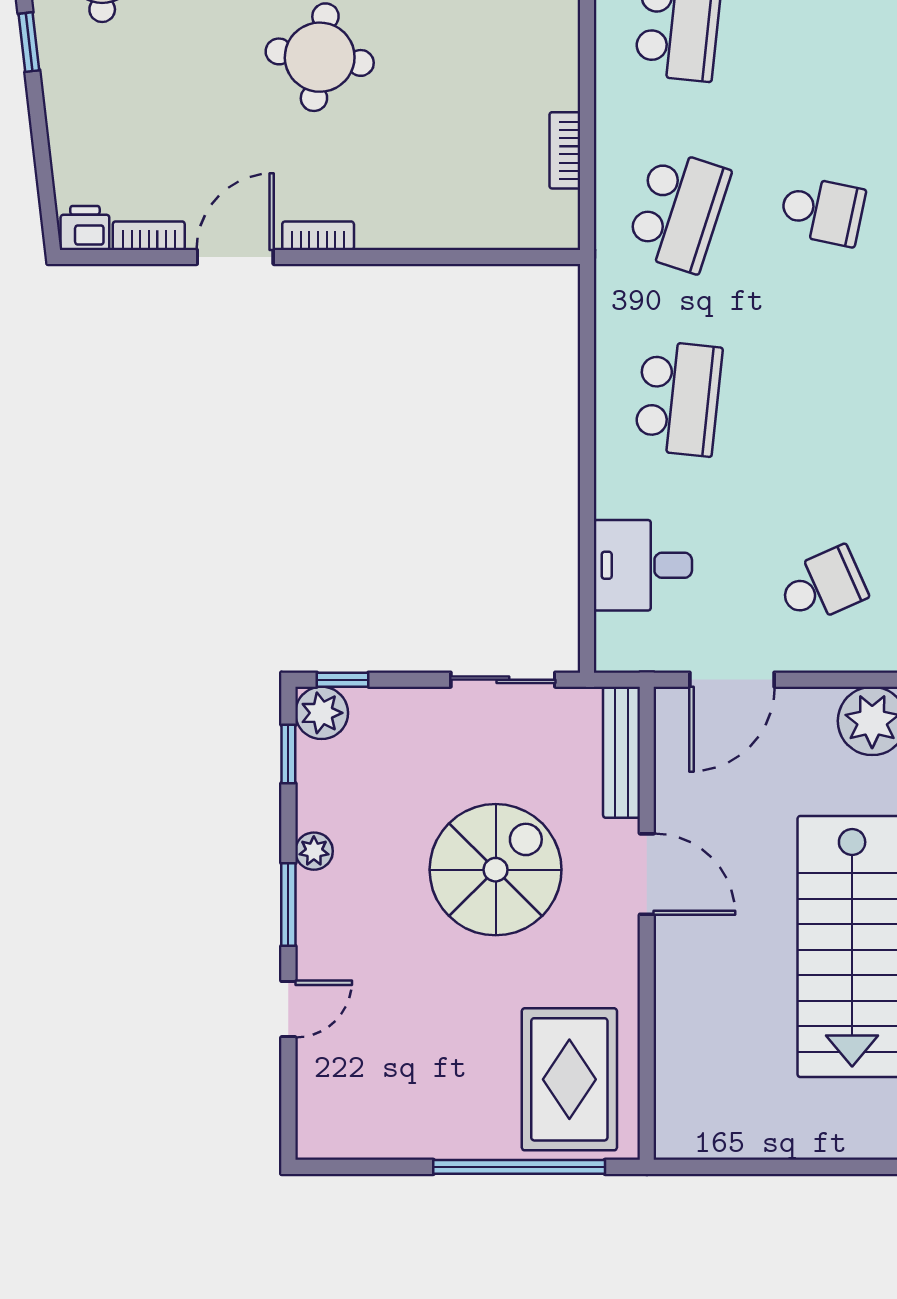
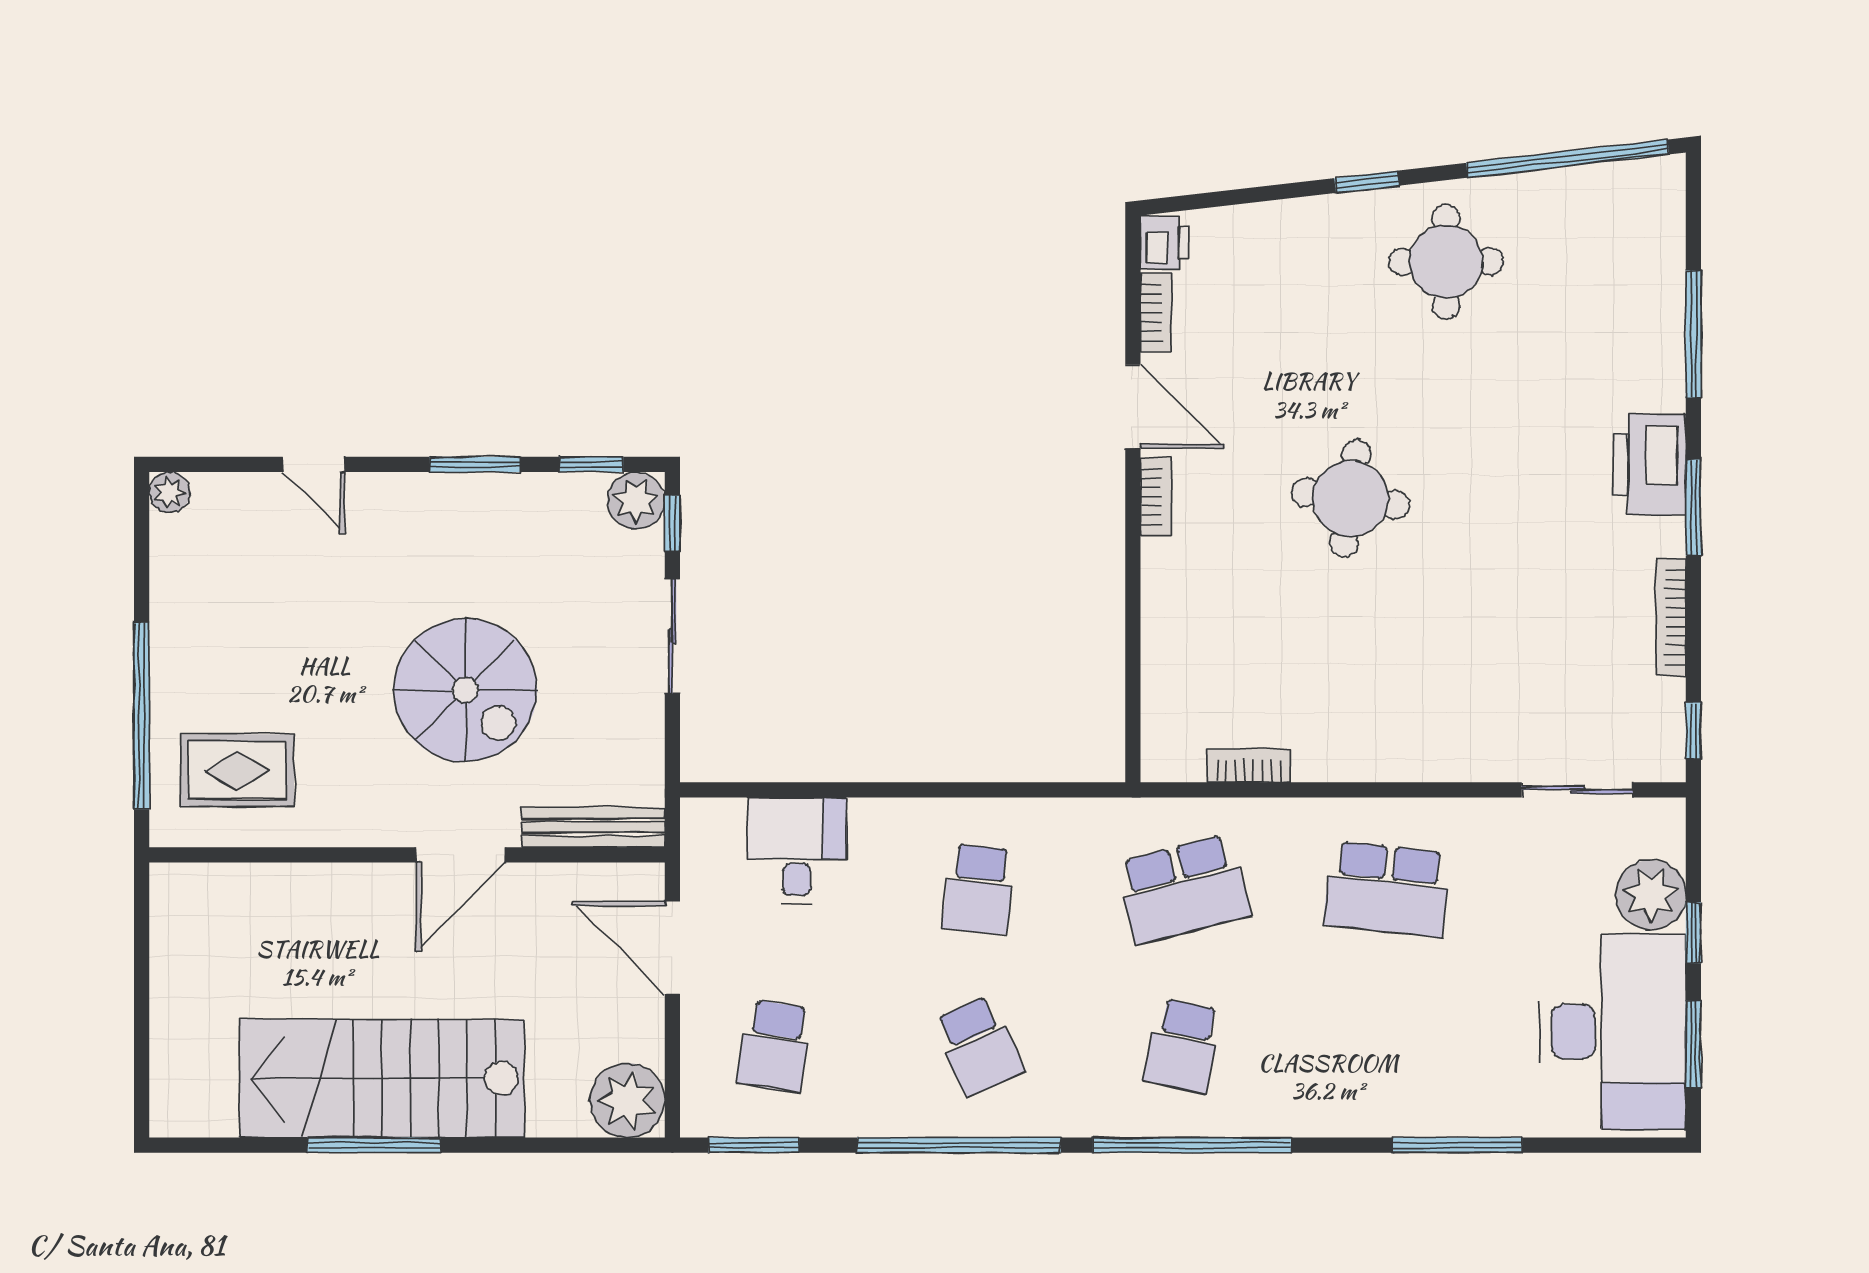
school desk: (678, 211) -> (1183, 889), turned -33
school desk: (678, 398) -> (979, 889), width x0.54
school desk: (822, 398) -> (979, 1046), added
school desk: (822, 586) -> (775, 1046), turned 33
sliding door: (503, 680) -> (672, 636), moved
plant: (314, 851) -> (170, 492), moved
window: (288, 905) -> (475, 464), moved
rug: (569, 1079) -> (237, 771), width x0.73, depth x0.70

